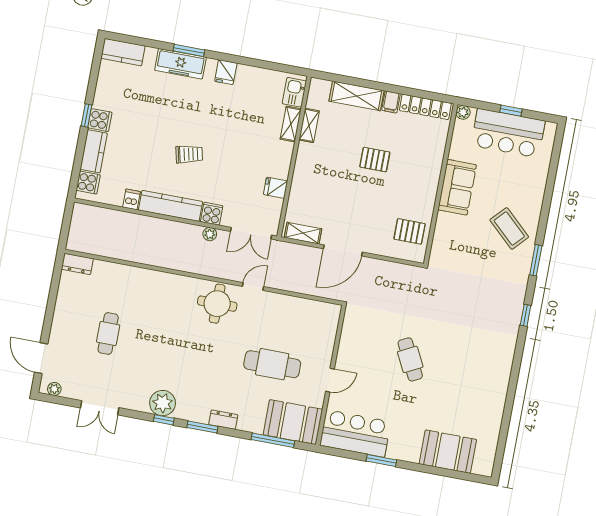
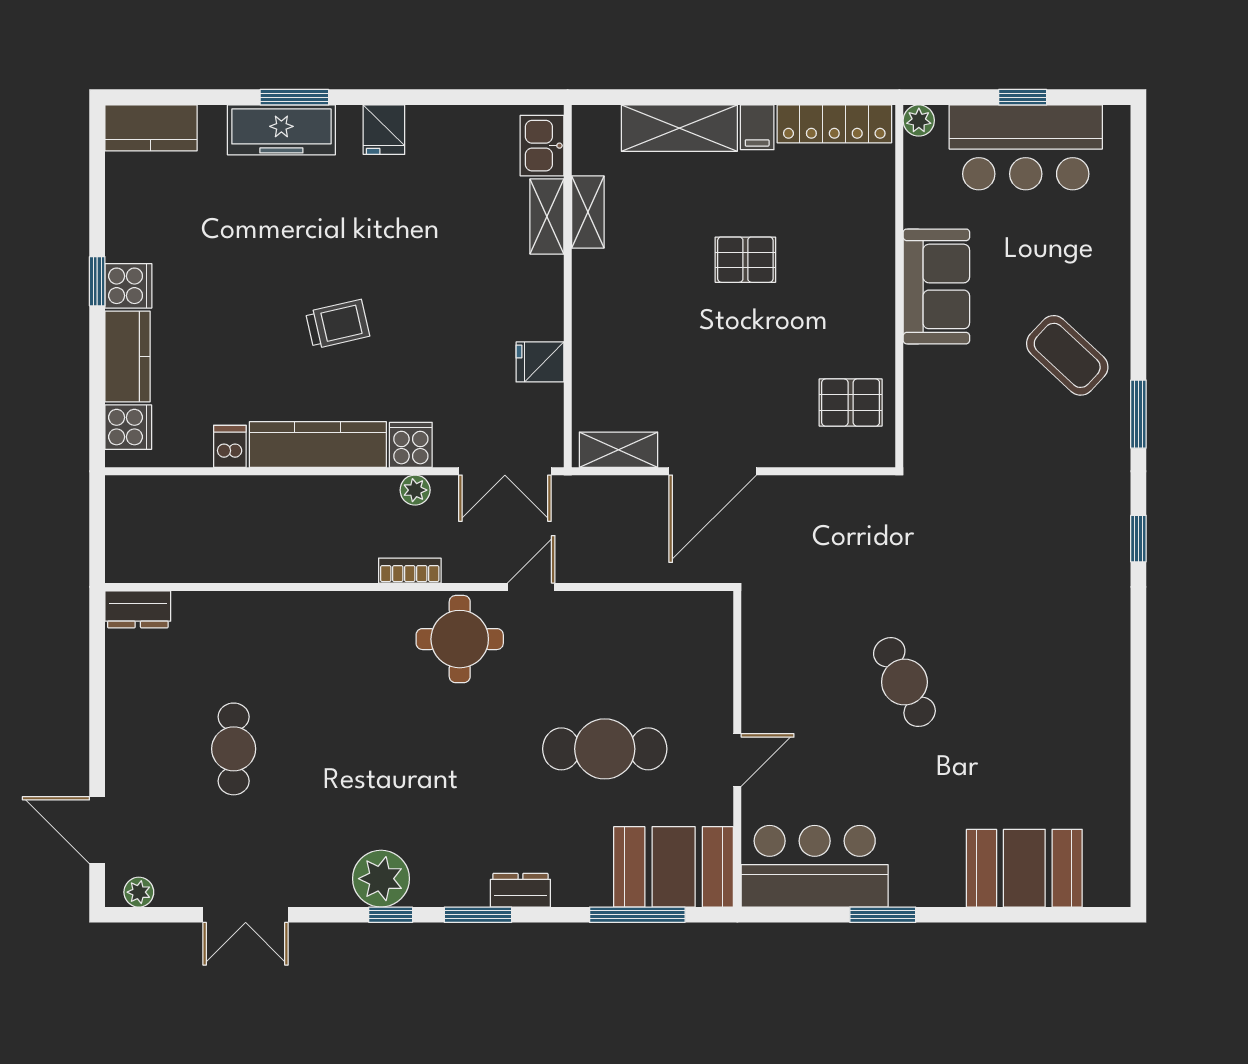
bookcase: (201, 269) -> (410, 571), added

